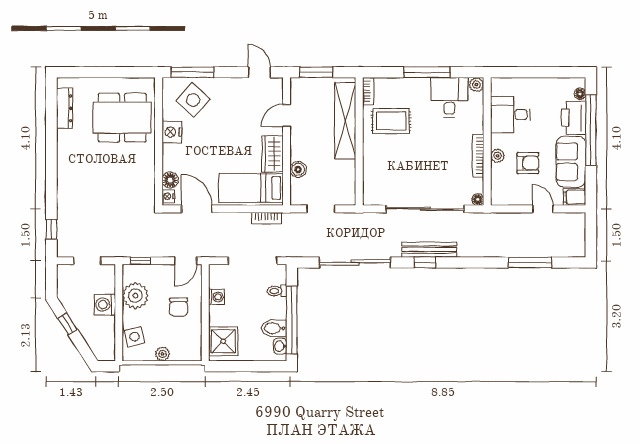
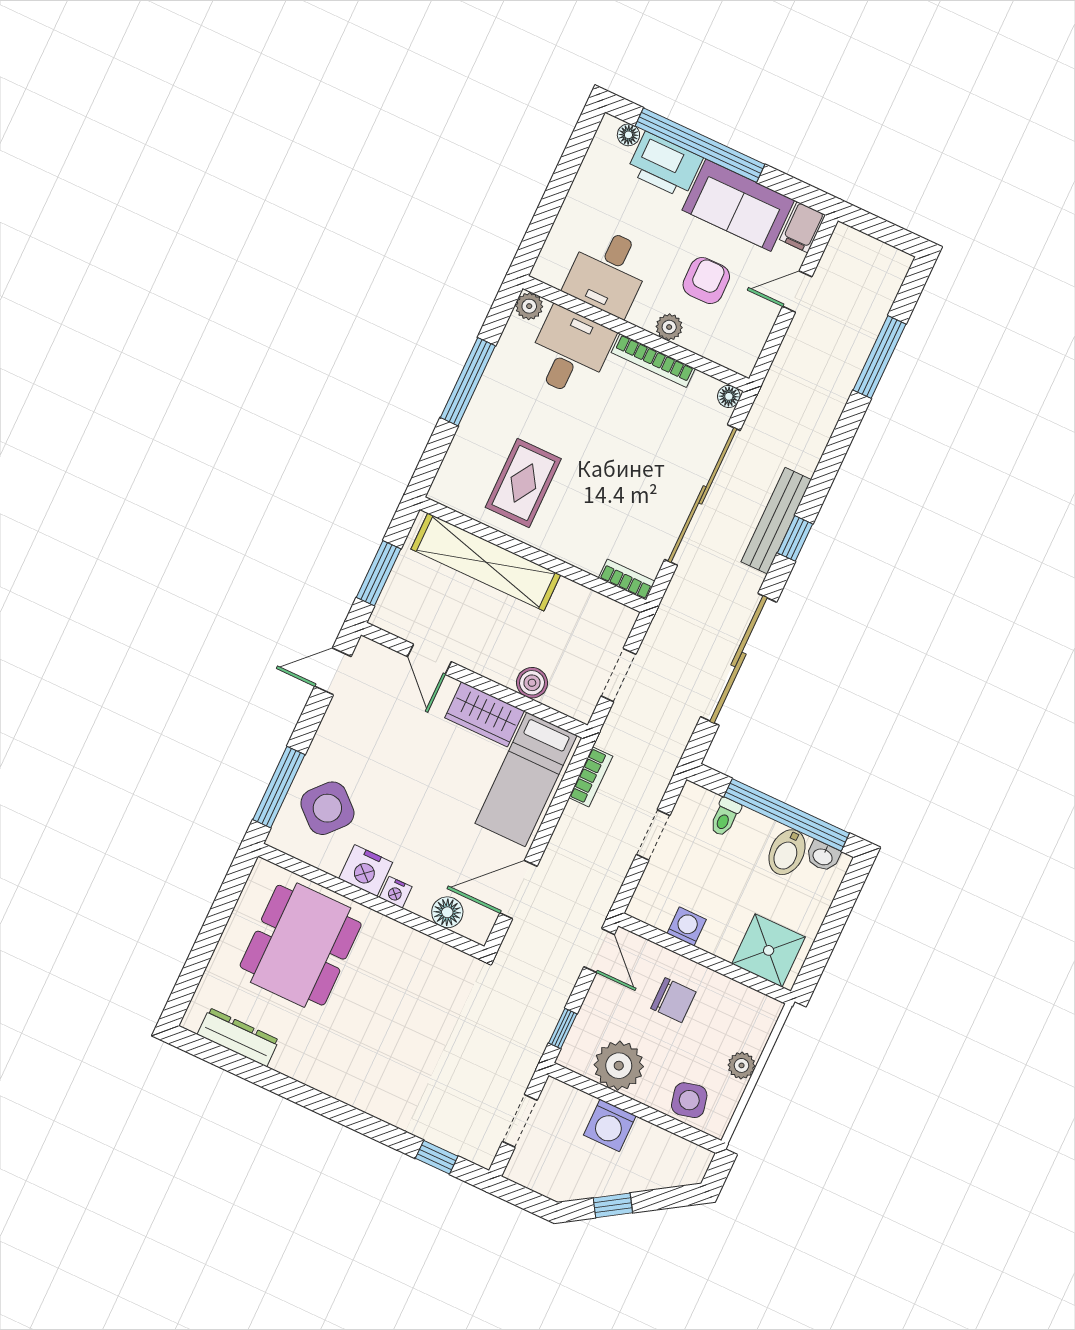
bookcase: (368, 91) -> (627, 580), moved
desk: (449, 97) -> (570, 352), moved, turned 90
nightstand: (168, 196) -> (396, 892), moved
doorway: (253, 261) -> (653, 835), width x0.53

